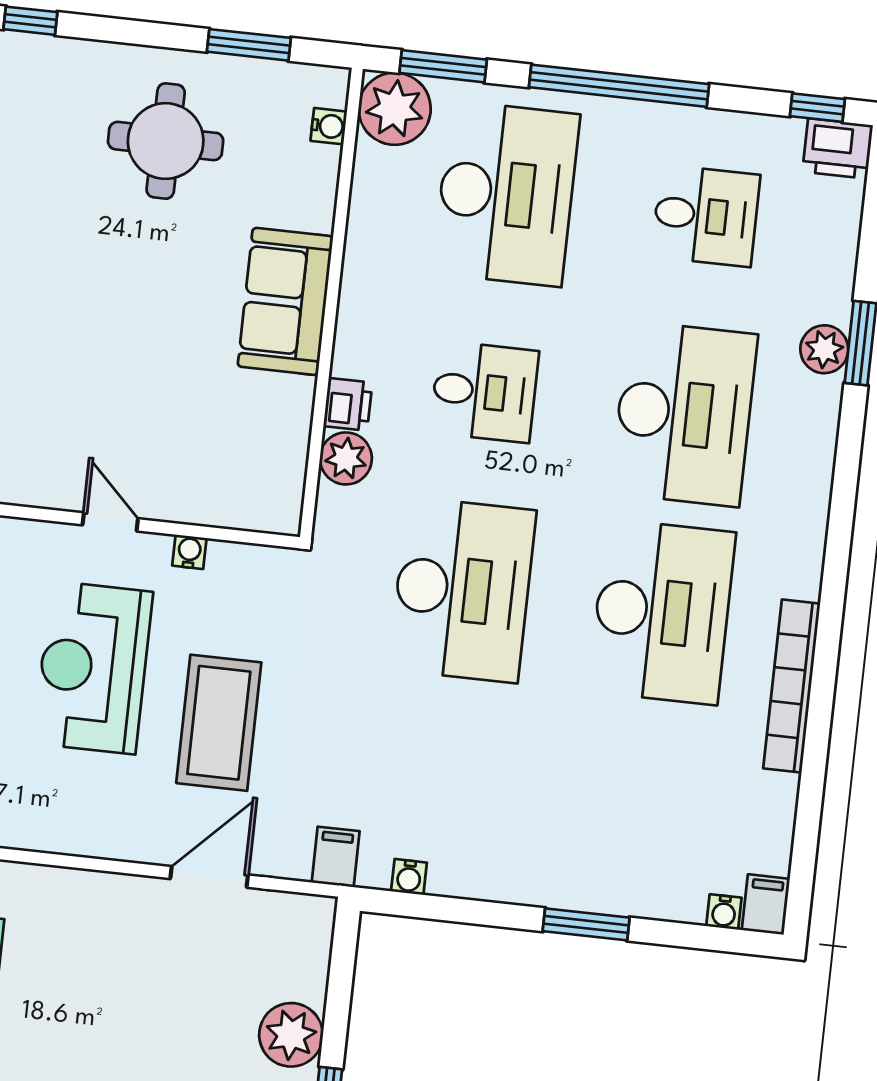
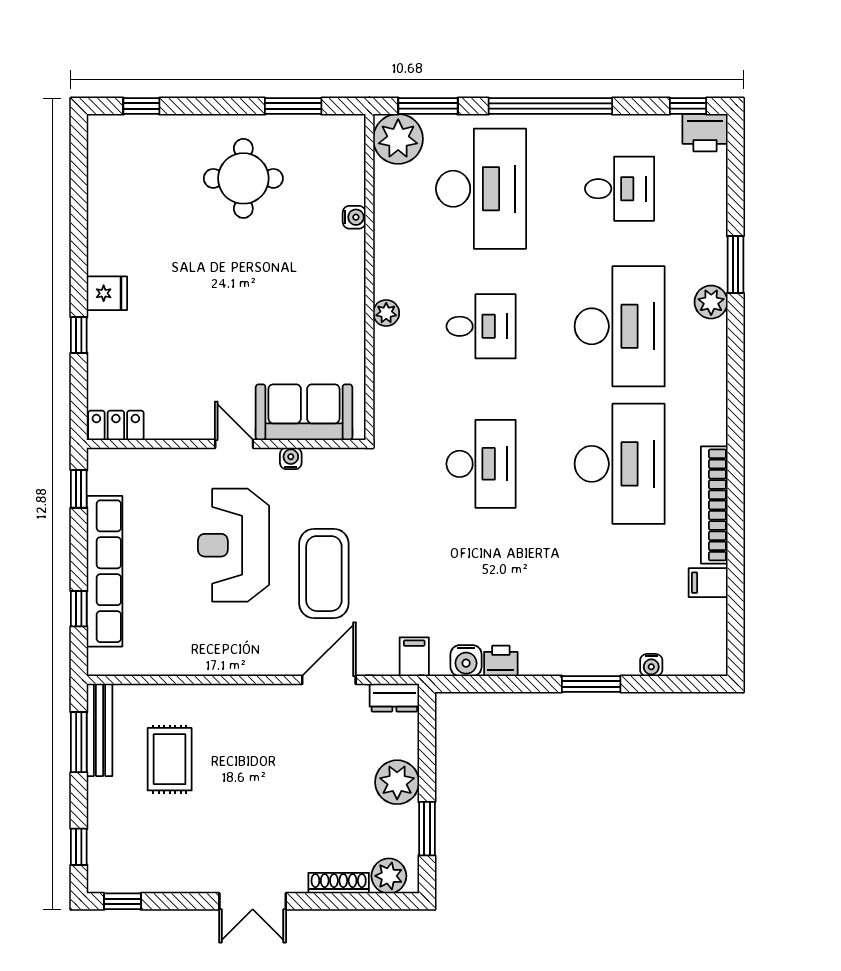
water cooler: (329, 126) -> (354, 217), moved
sofa: (285, 301) -> (304, 412), moved, turned 90
plant: (824, 349) -> (711, 302), moved
printer: (348, 404) -> (501, 661), moved, turned -90
plant: (346, 458) -> (386, 313), moved, width x0.73, depth x0.73
desk: (462, 590) -> (481, 464), width x0.73, depth x0.77
water cooler: (409, 877) -> (466, 661), width x1.38, depth x1.38
filing cabinet: (766, 904) -> (708, 583), moved, turned -90
water cooler: (724, 912) -> (651, 665), moved
dresser: (300, 913) -> (394, 698), added

